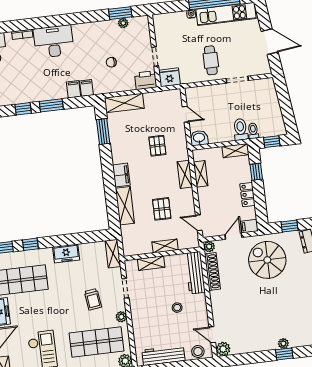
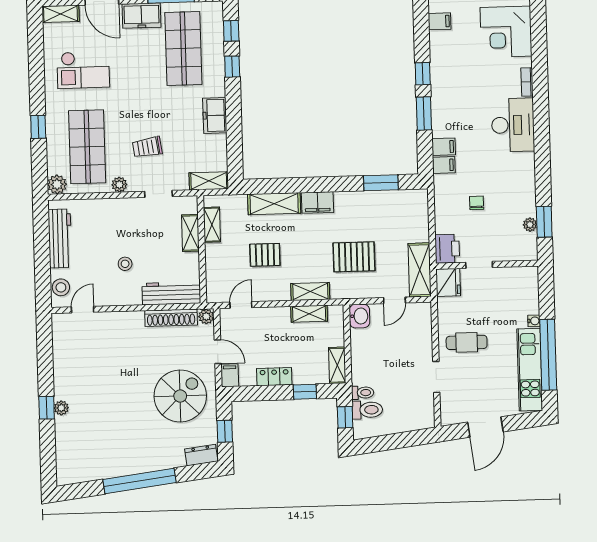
shelving: (124, 103) -> (420, 270), moved
toilet: (241, 129) -> (367, 410), moved
pallet: (157, 146) -> (354, 257), width x1.50, depth x1.42
shelving: (165, 246) -> (212, 225), moved
plant: (223, 349) -> (61, 323), removed

